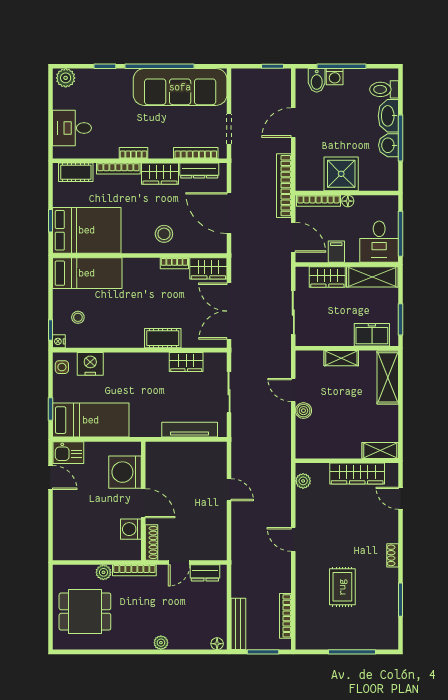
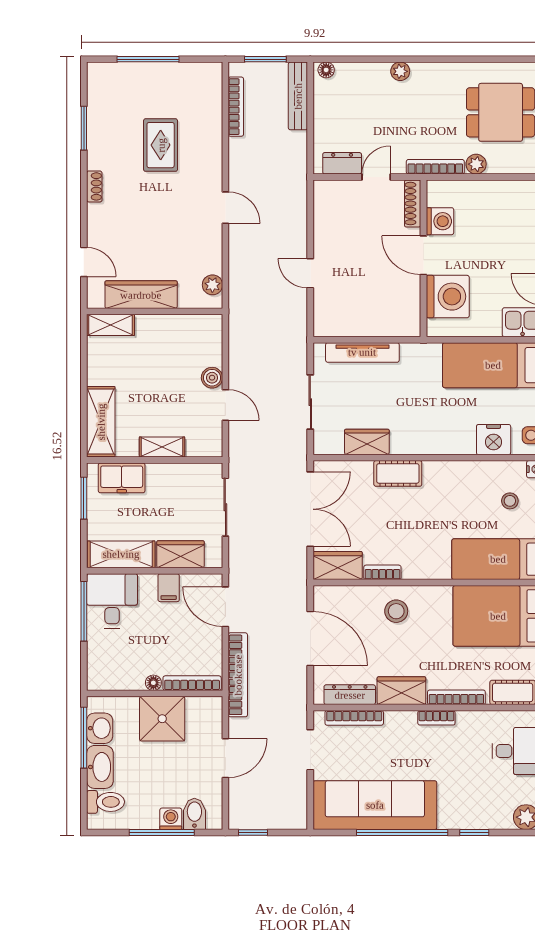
shower: (341, 174) -> (162, 719), moved
wall: (347, 193) -> (155, 693), moved
bookcase: (319, 201) -> (192, 683), moved
floor lamp: (348, 201) -> (153, 683), moved

